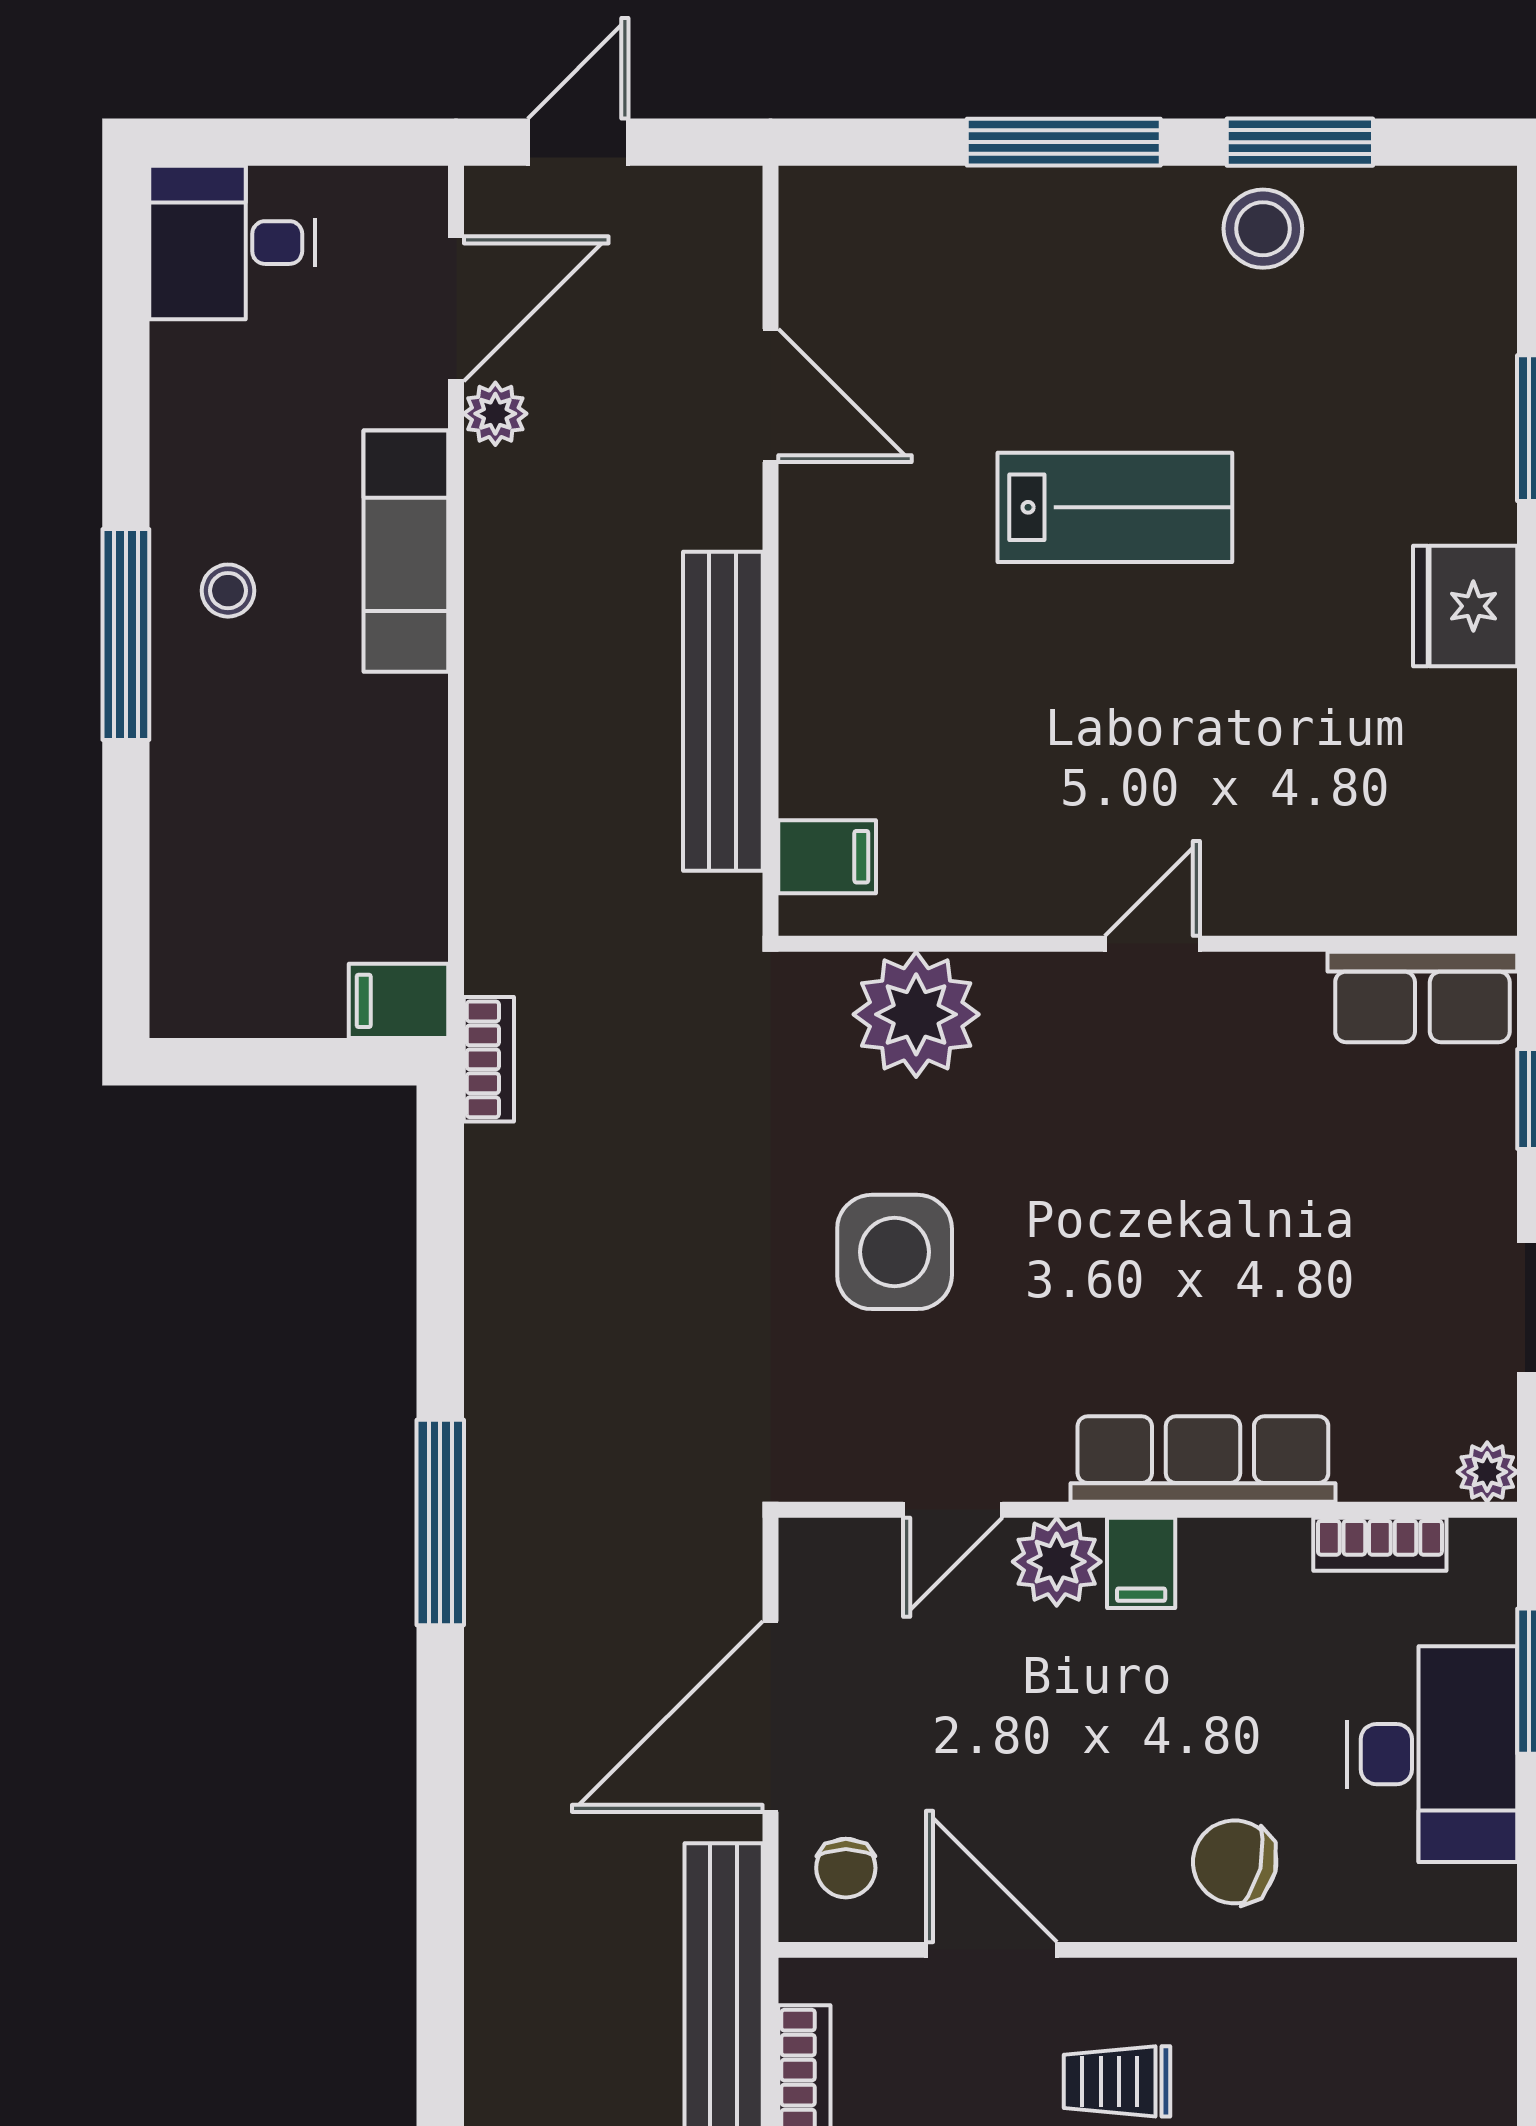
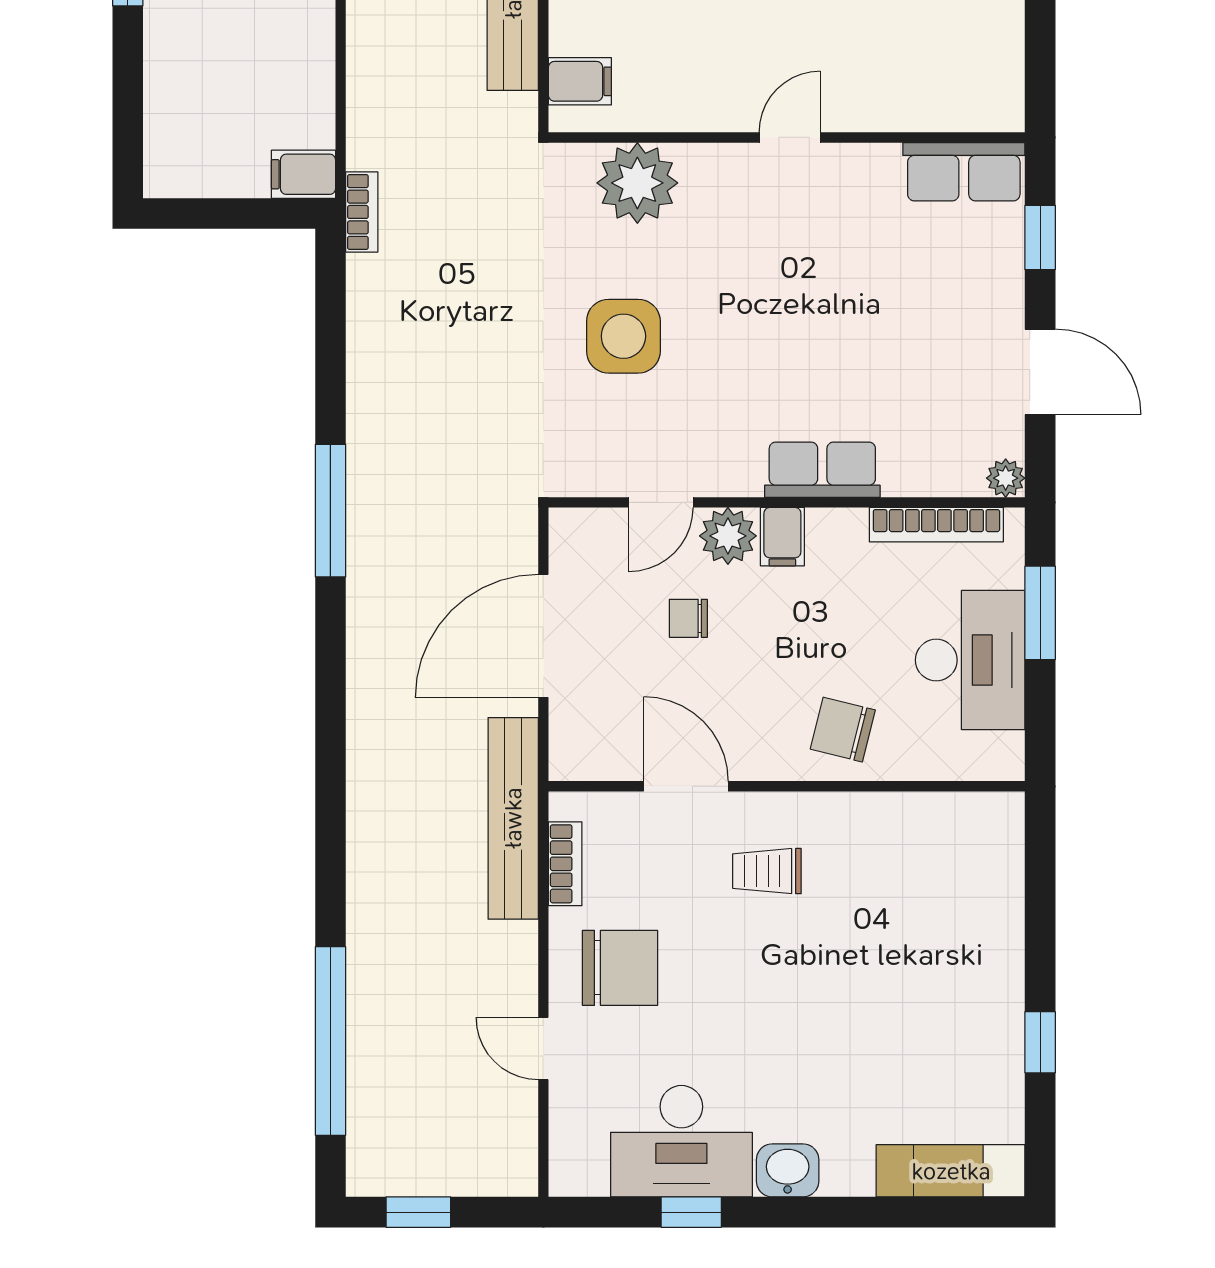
row of seats: (1203, 1459) -> (822, 470), width x0.68
bookcase: (1380, 1544) -> (936, 525), width x1.56
chair: (846, 1868) -> (688, 618), moved, turned 90

